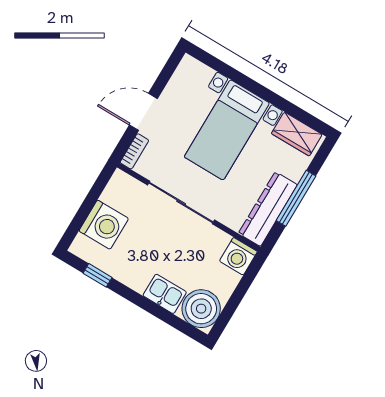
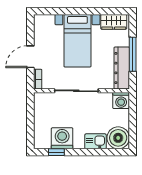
washing machine: (104, 225) -> (62, 138), moved, turned -90

